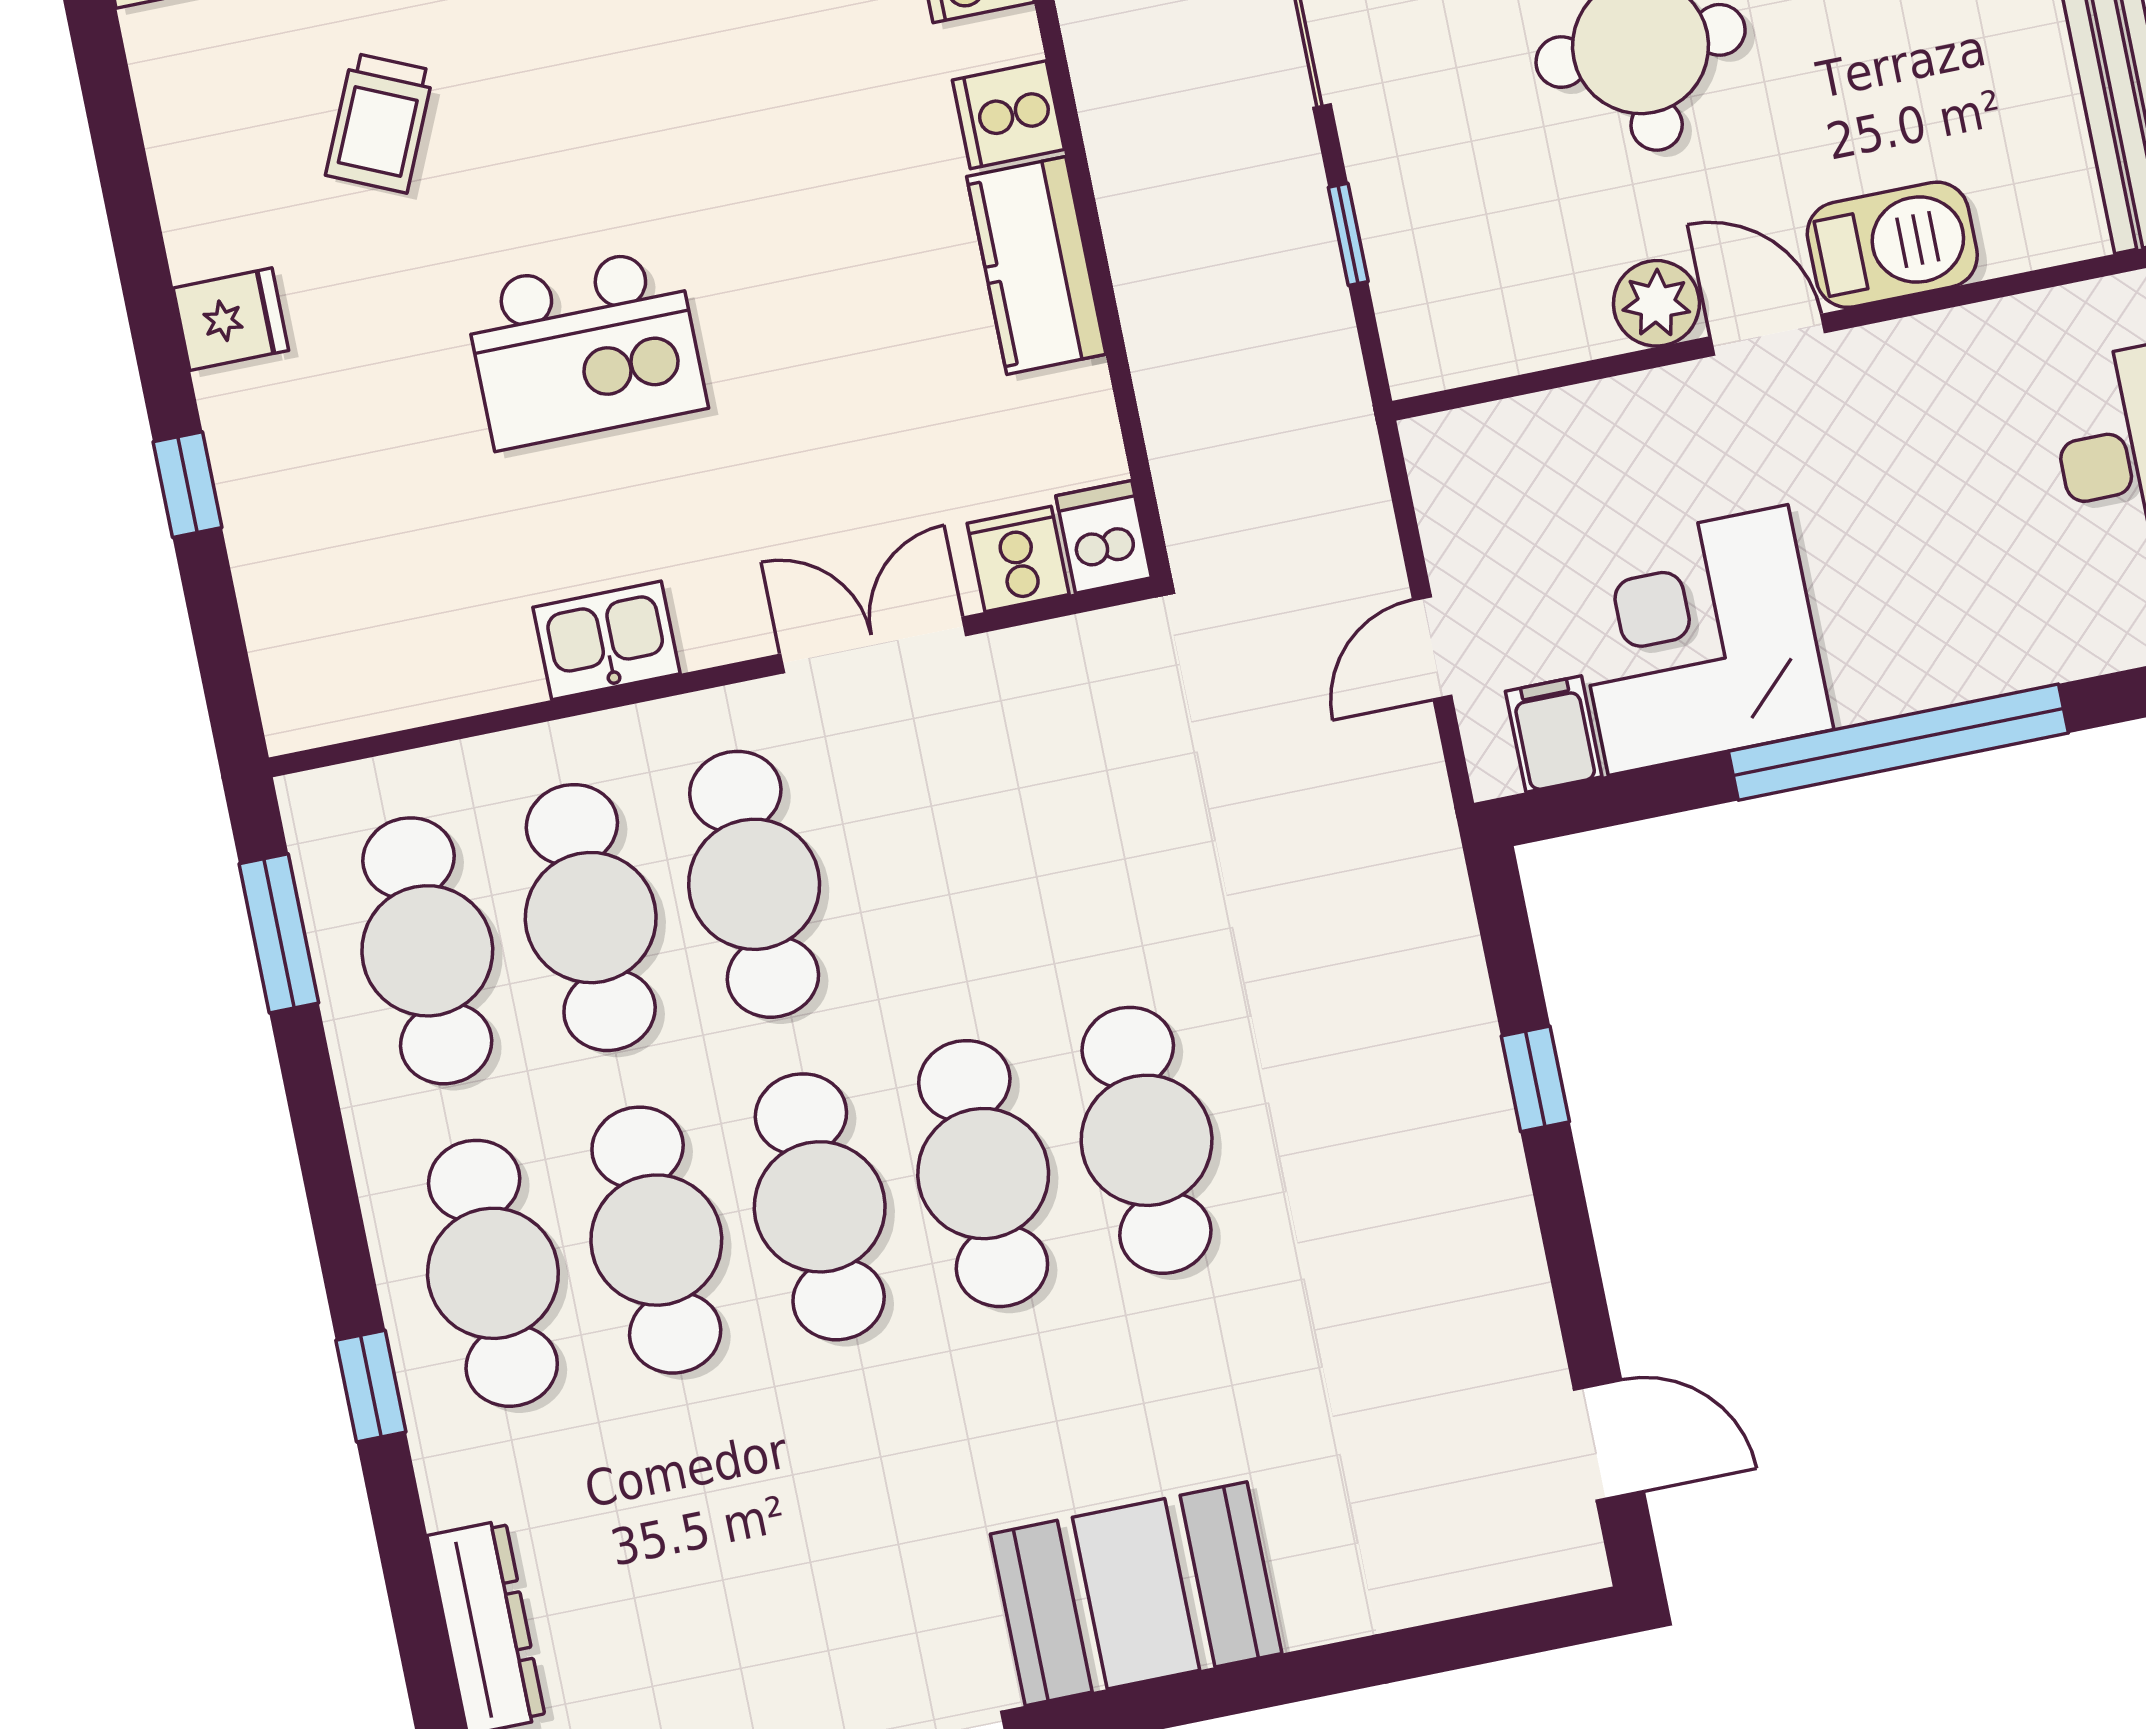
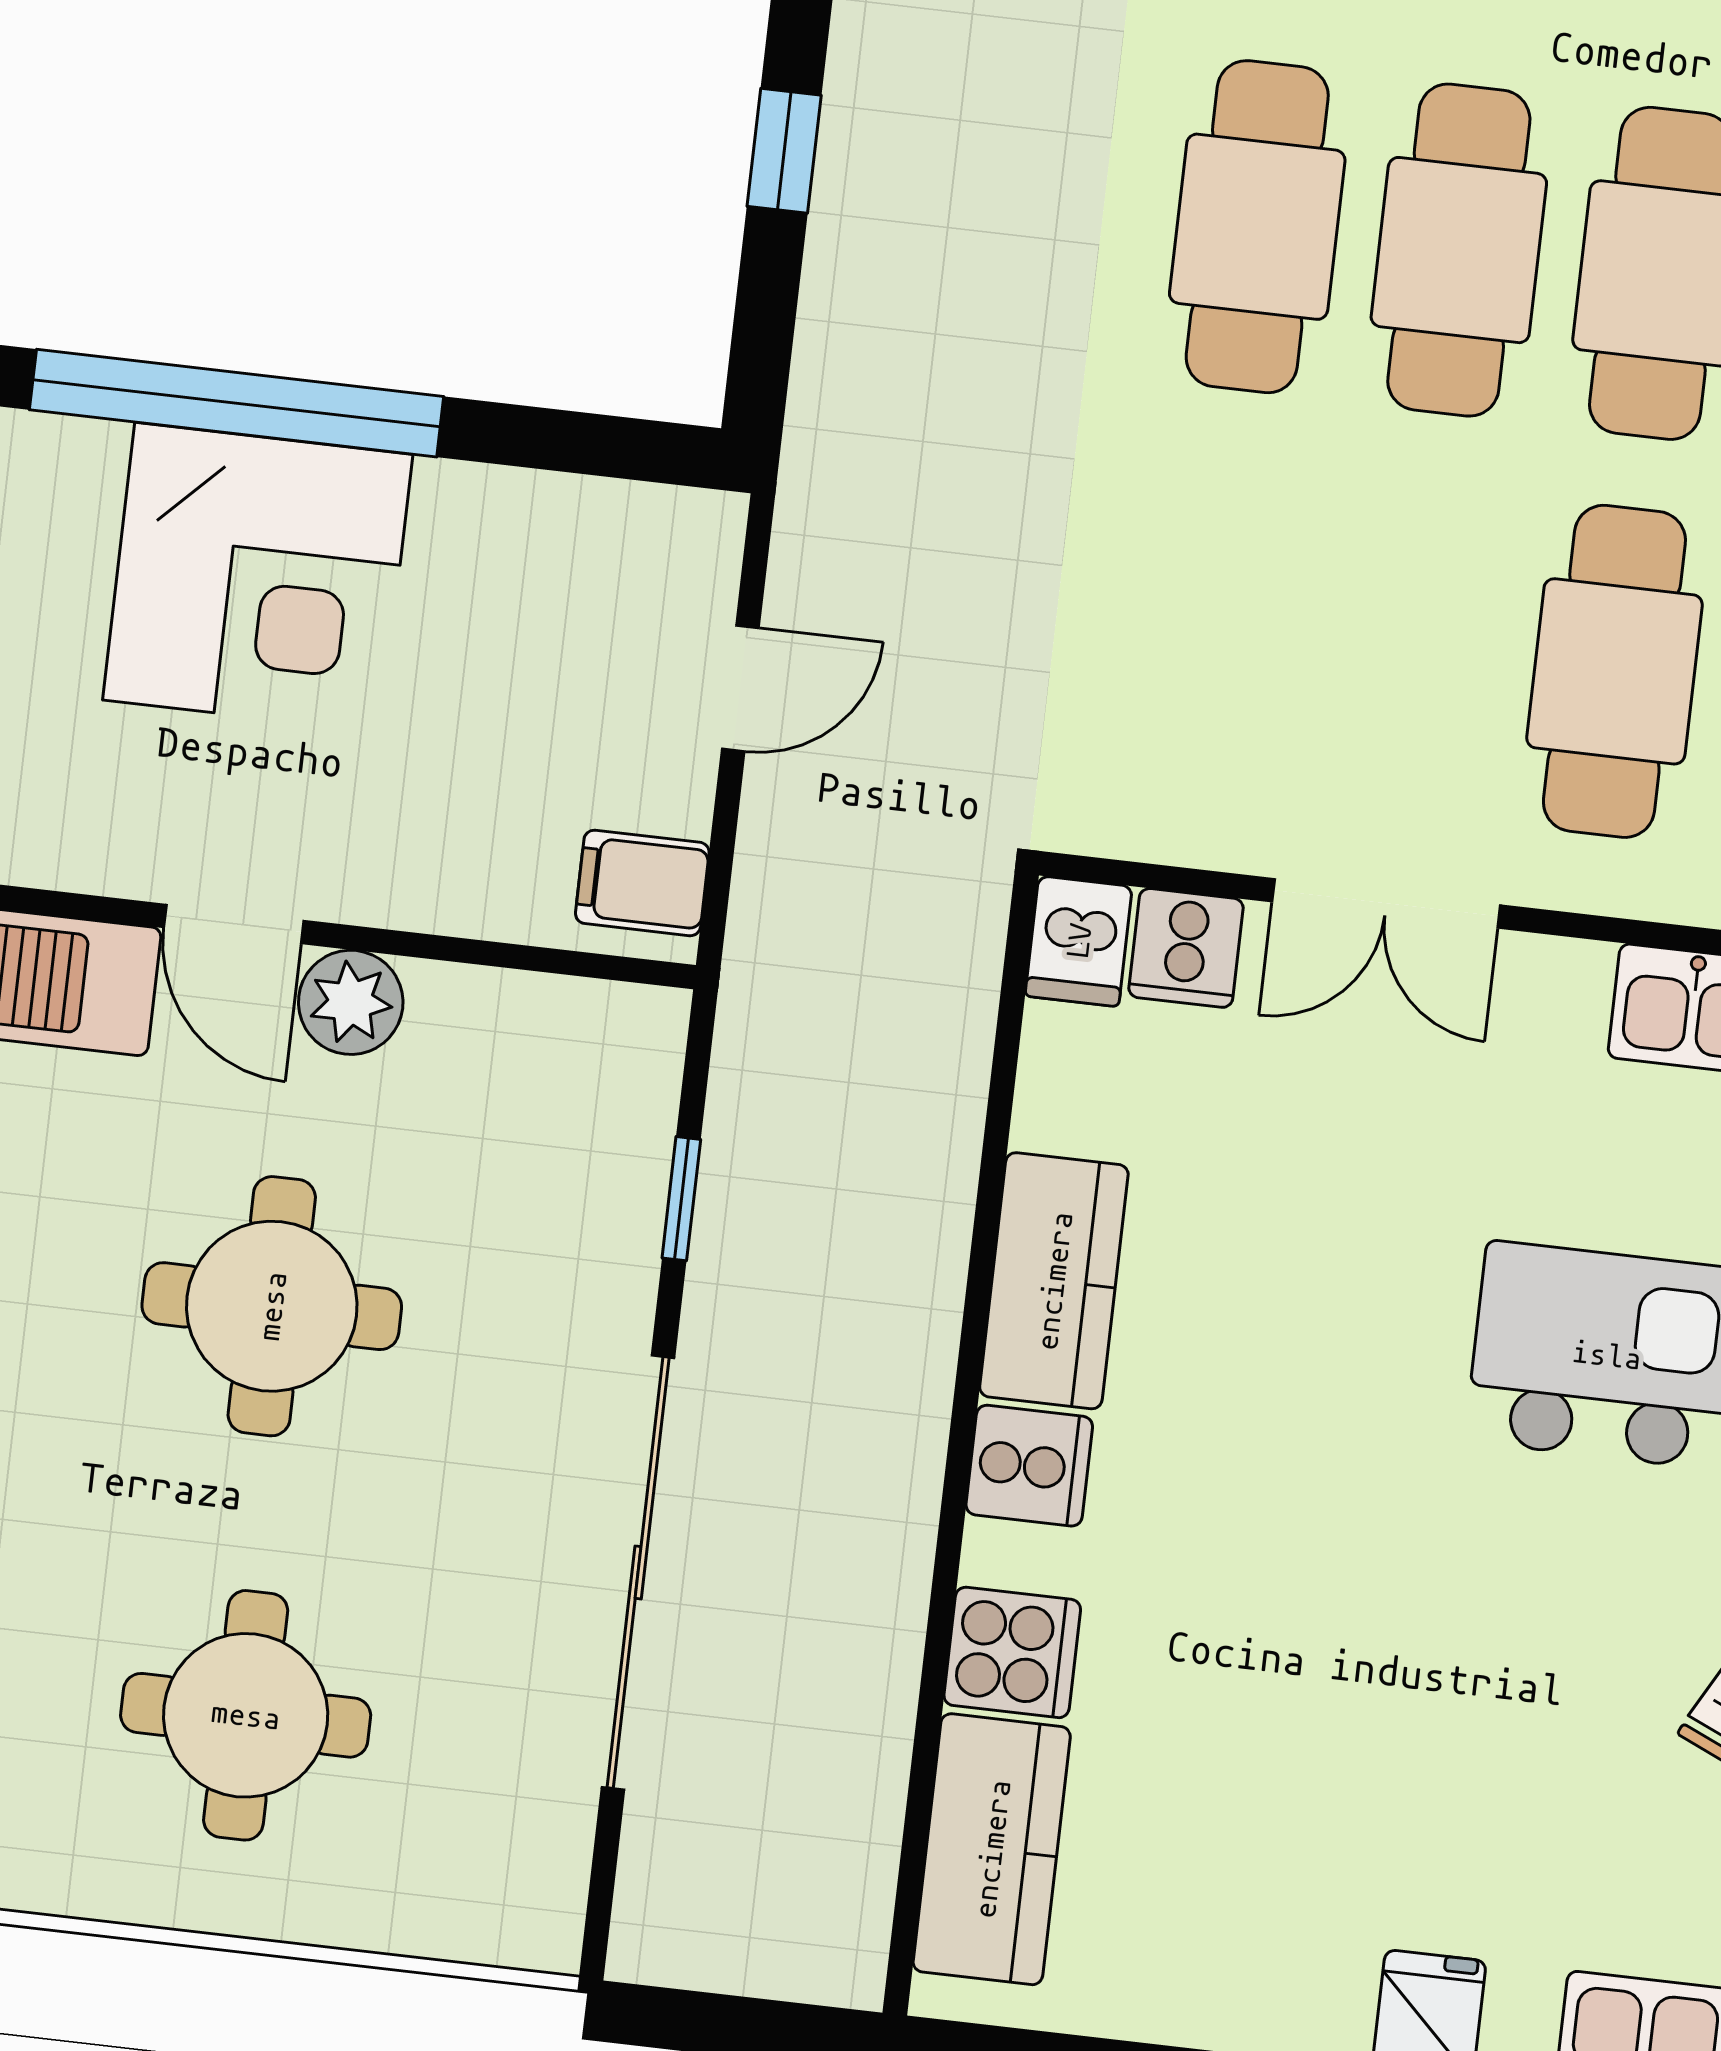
corner desk: (1698, 640) -> (258, 577), moved
filing cabinet: (1554, 734) -> (642, 883), moved, turned 90

